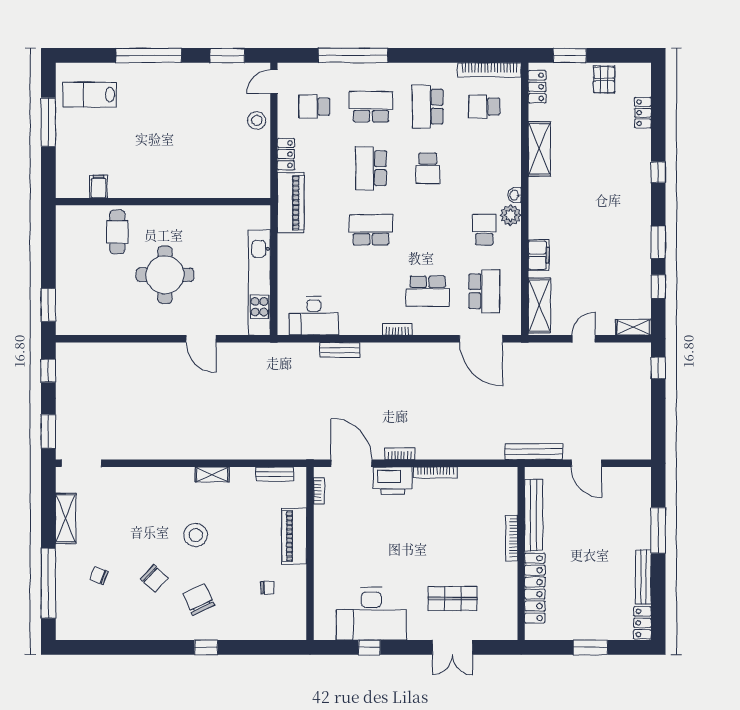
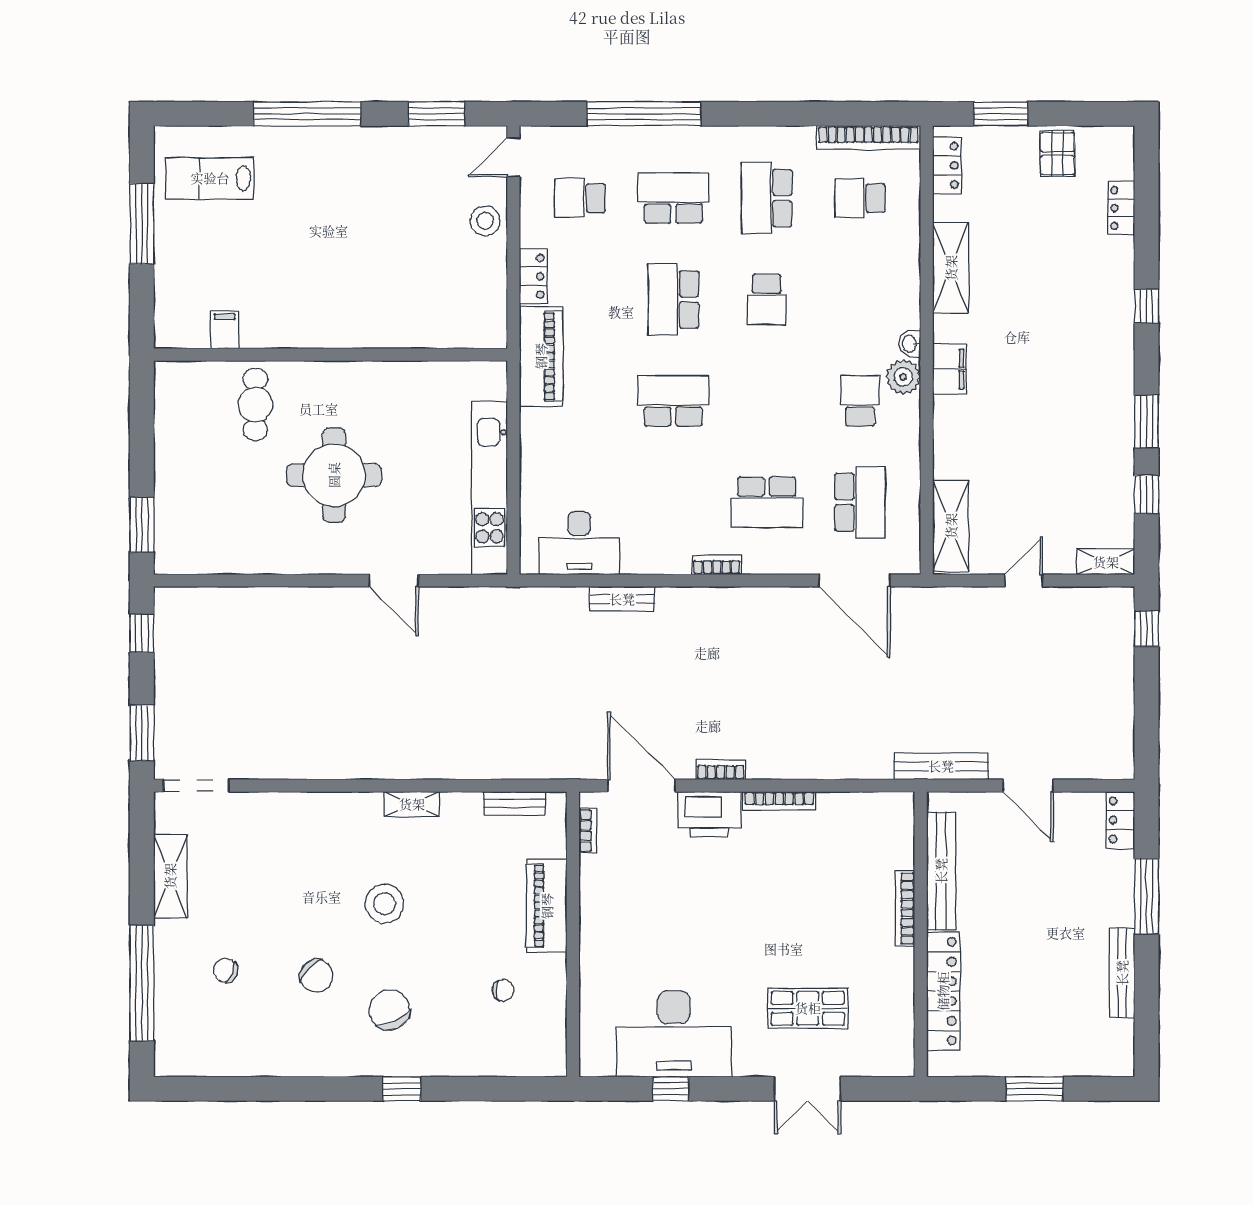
filing cabinet: (539, 255) -> (950, 369), moved
locker: (642, 623) -> (1120, 820), moved

